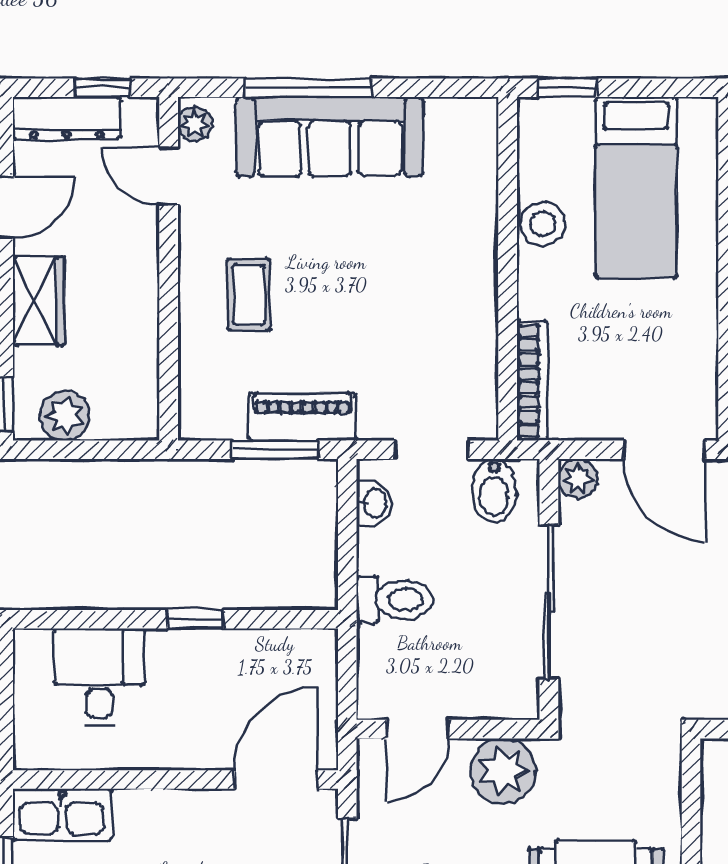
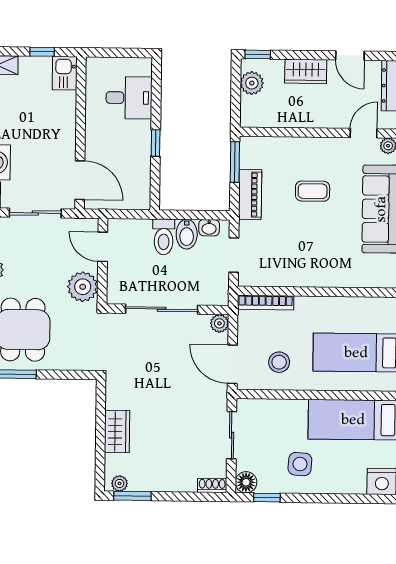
stool: (543, 224) -> (279, 362), moved
coffee table: (249, 295) -> (313, 191), moved
window: (275, 450) -> (235, 162), moved
door: (664, 450) -> (232, 364), hinge flipped
bidet: (494, 491) -> (187, 234), moved, turned -90
kitchen sink: (62, 815) -> (65, 73), width x0.73

